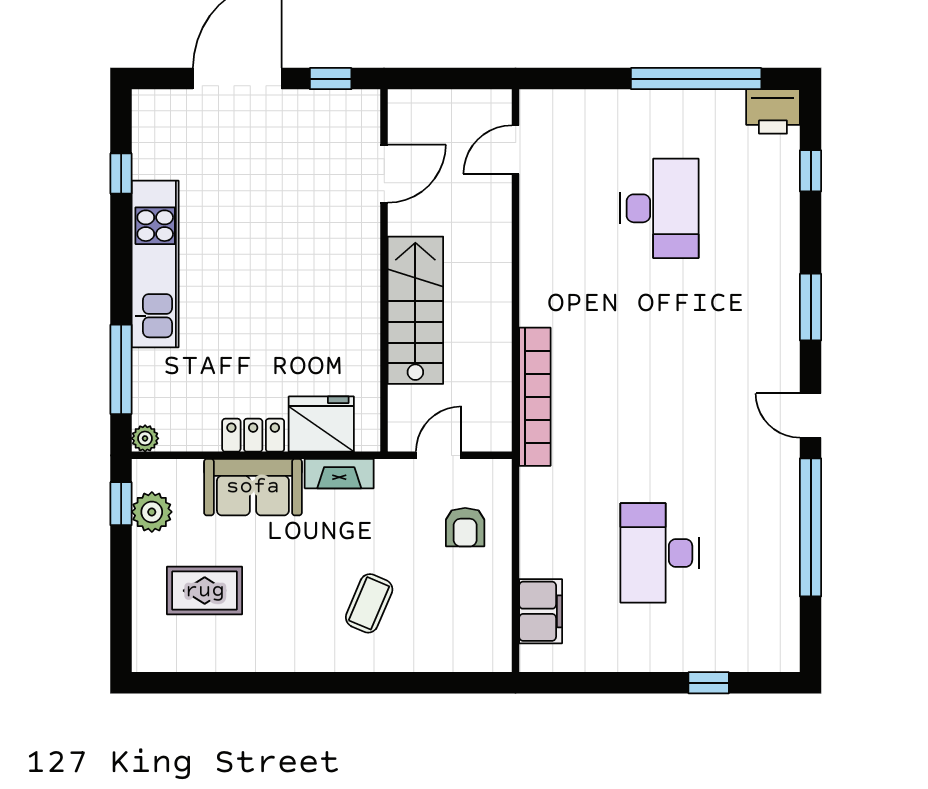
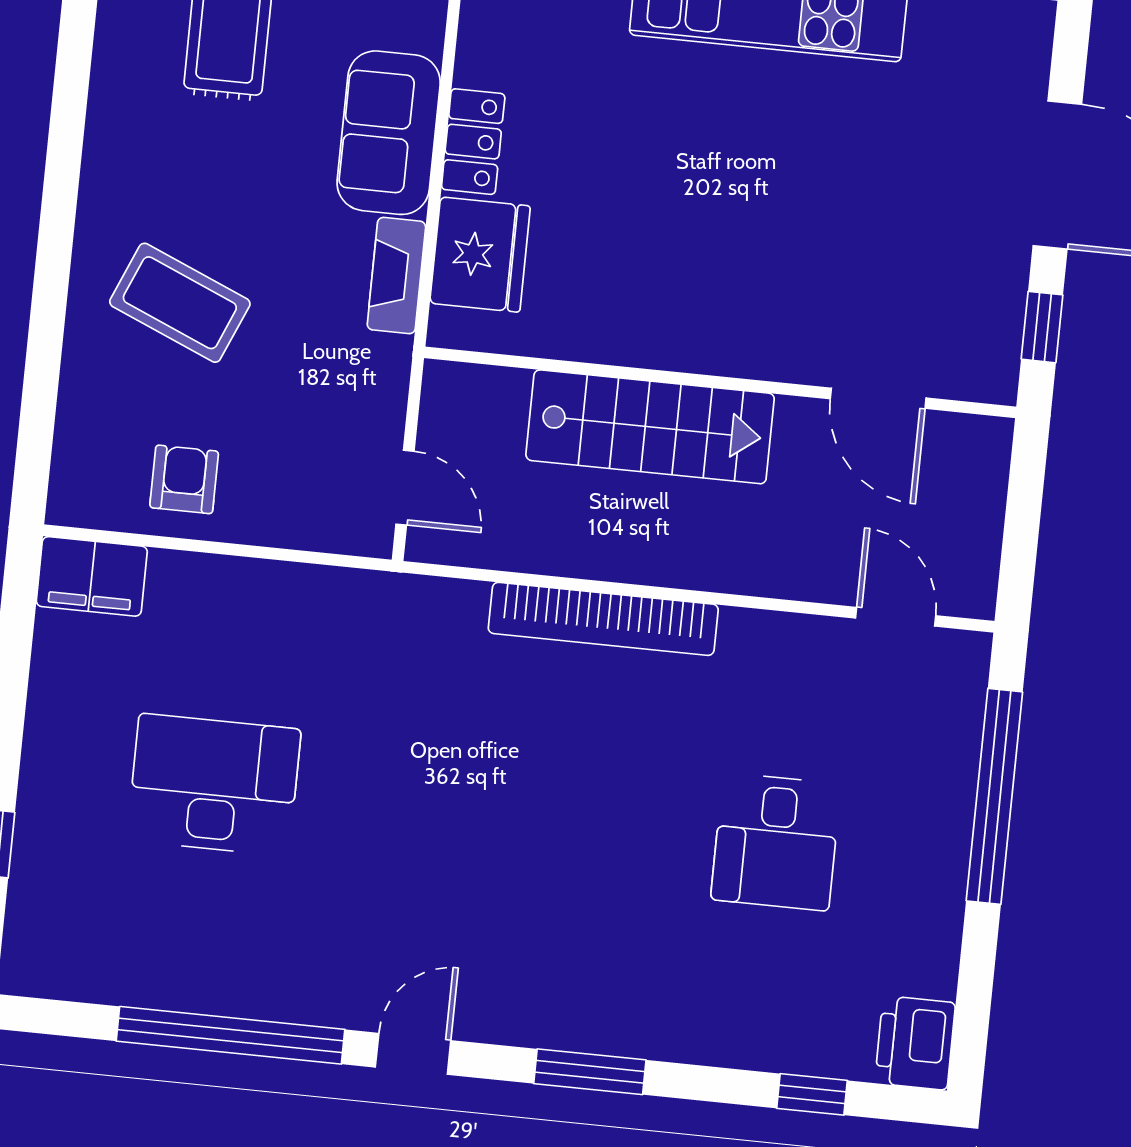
window: (696, 79) -> (994, 796), moved
desk: (659, 208) -> (776, 842), width x0.73
bookcase: (535, 397) -> (603, 619), moved
door: (439, 455) -> (405, 488), moved
armchair: (465, 527) -> (184, 479), moved, turned 90
coffee table: (369, 603) -> (180, 303), width x1.36, depth x1.30
filing cabinet: (541, 611) -> (92, 576), moved

